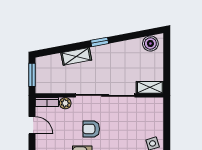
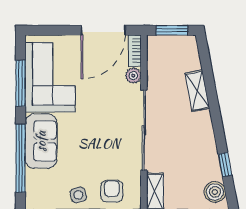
window: (100, 42) -> (225, 165), moved
door: (32, 125) -> (103, 30), width x1.87
armchair: (91, 129) -> (112, 191), moved

